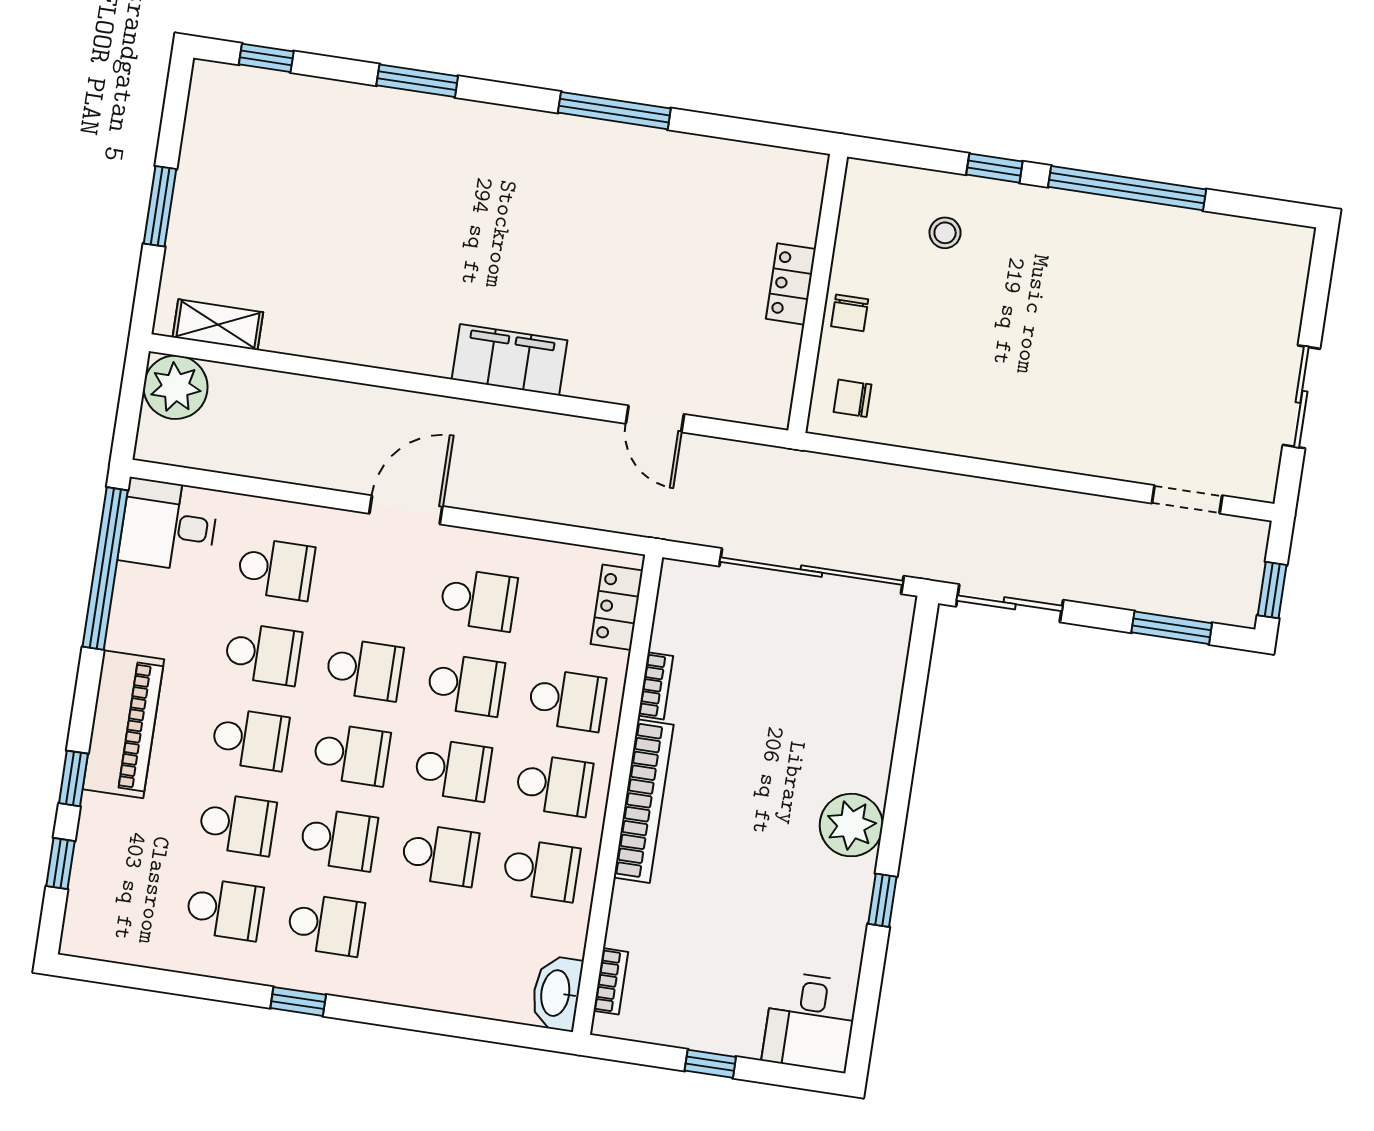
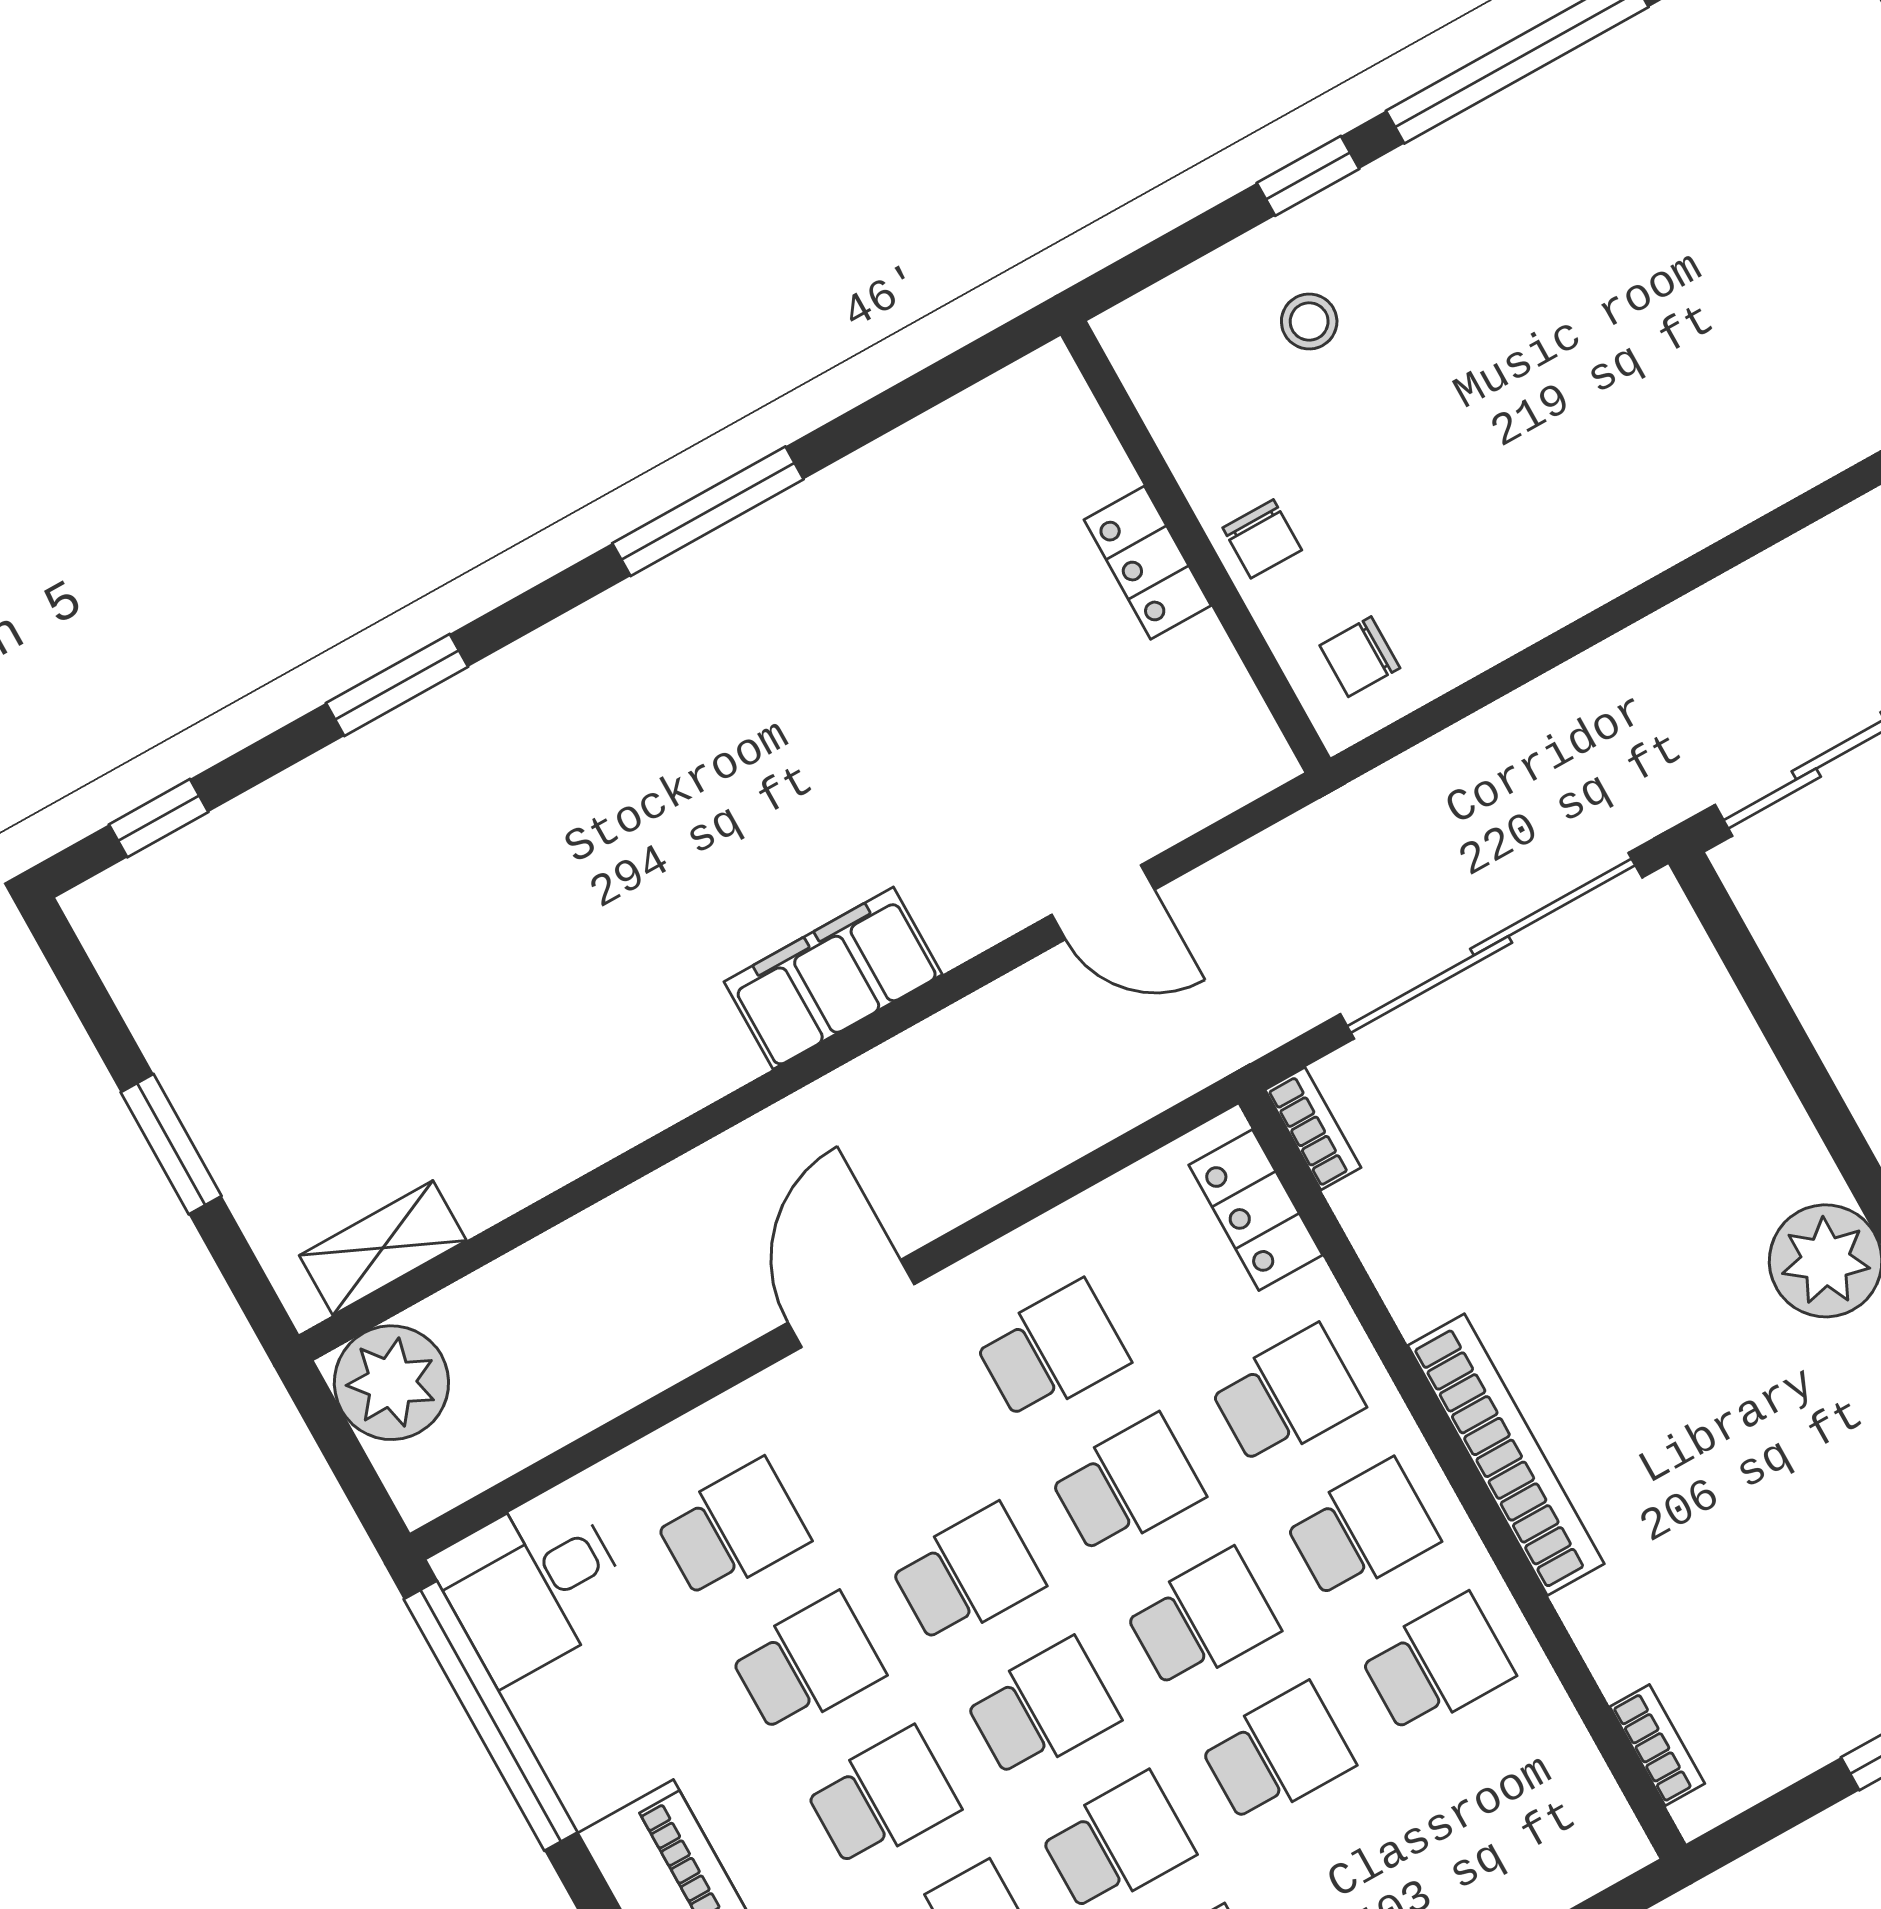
bookcase: (656, 686) -> (1313, 1129), moved
washbasin: (557, 993) -> (1594, 1821), removed

